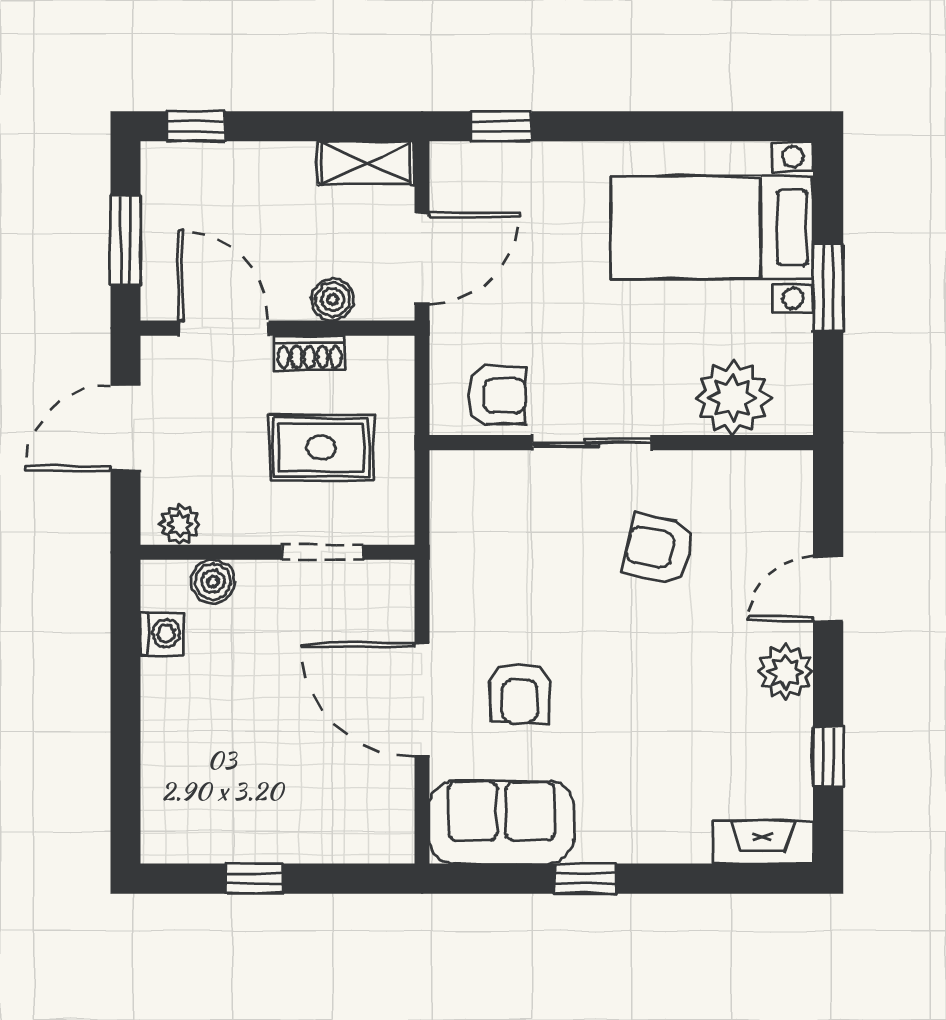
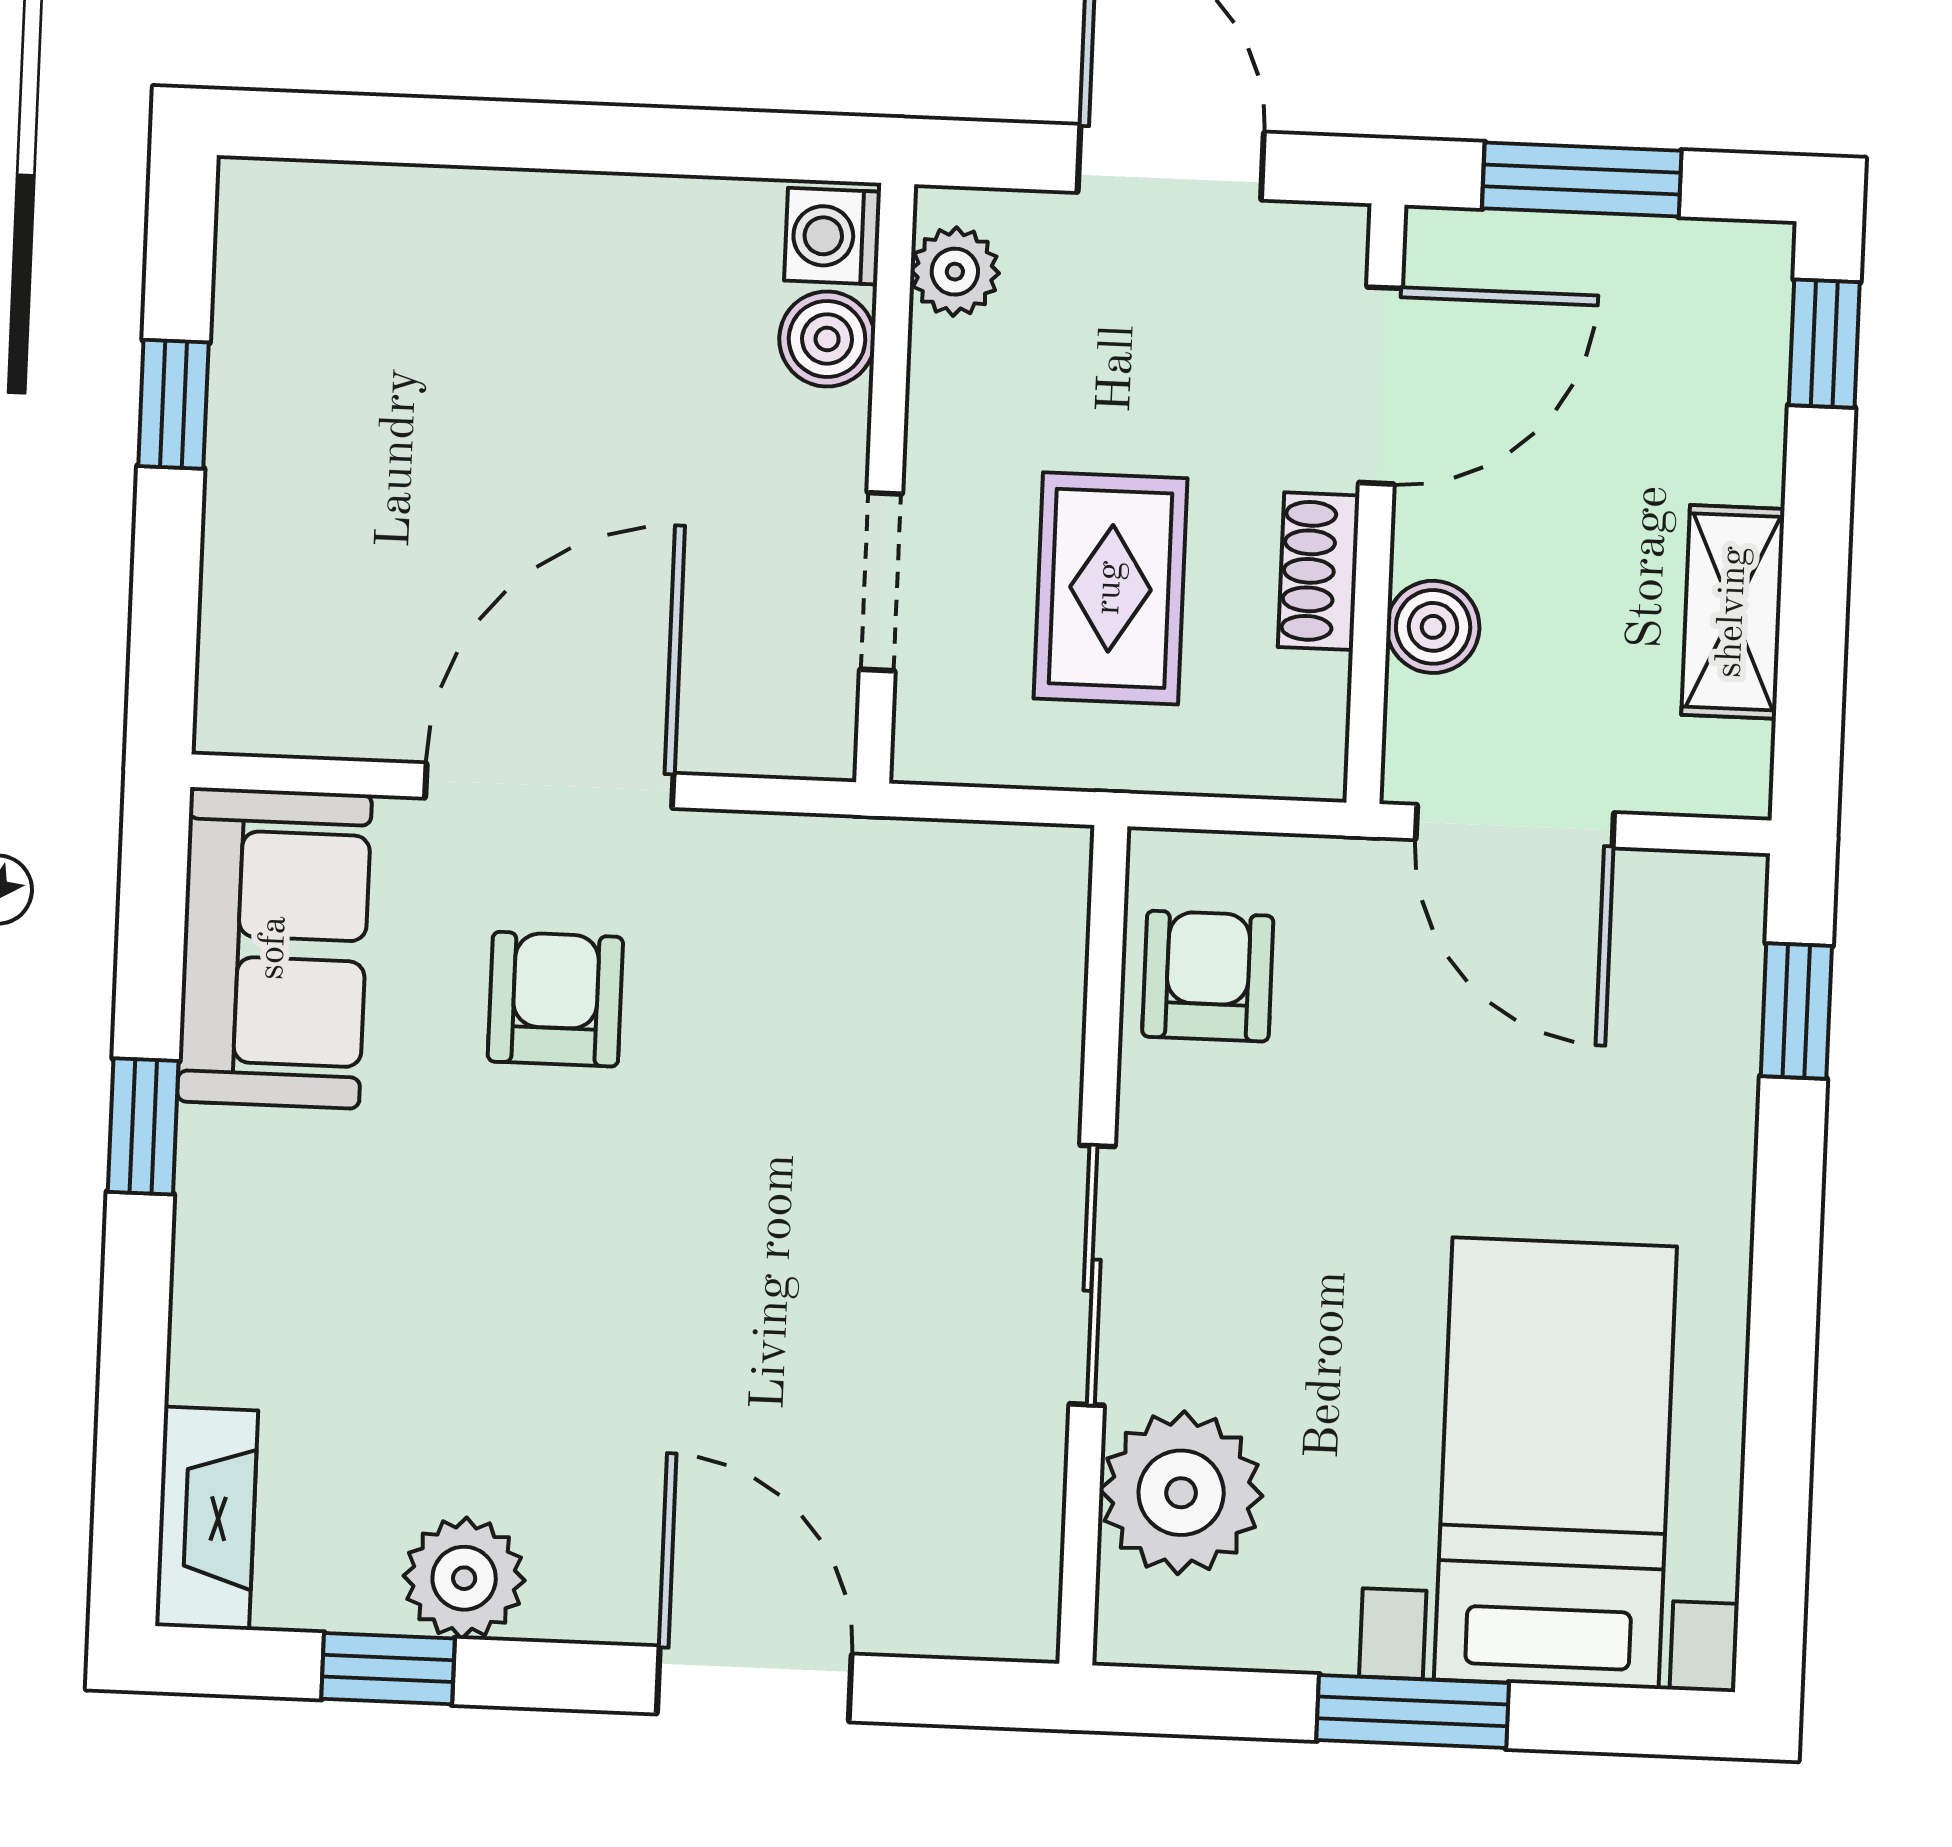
shelving: (366, 163) -> (1733, 612), moved
armchair: (496, 396) -> (1208, 976), turned 180
sliding door: (592, 443) -> (1092, 1275), moved
armchair: (659, 549) -> (858, 1317), removed
door: (828, 589) -> (754, 1684), width x1.38
washing machine: (162, 633) -> (833, 236), moved, turned 90
plant: (785, 672) -> (464, 1578), moved
armchair: (519, 693) -> (555, 999), turned 90

